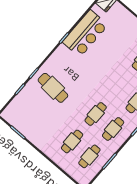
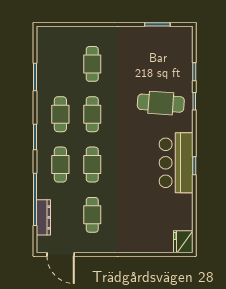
bar counter: (85, 34) -> (176, 163), moved
cafe table: (89, 156) -> (92, 165), moved

